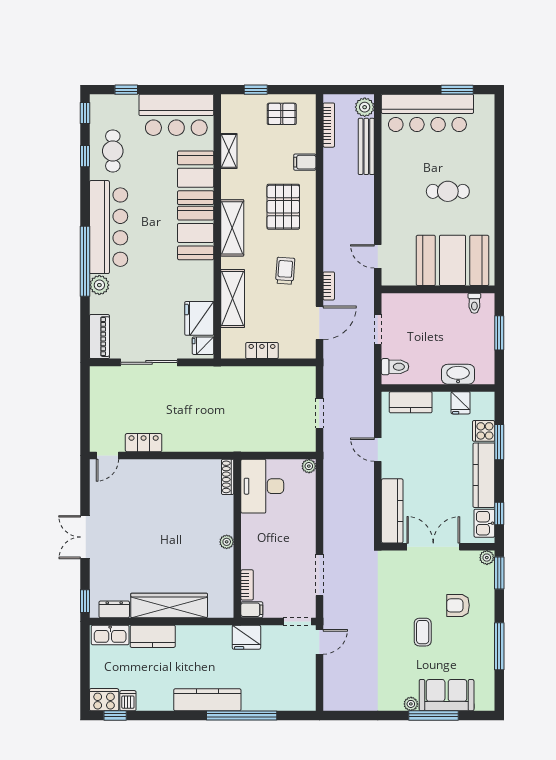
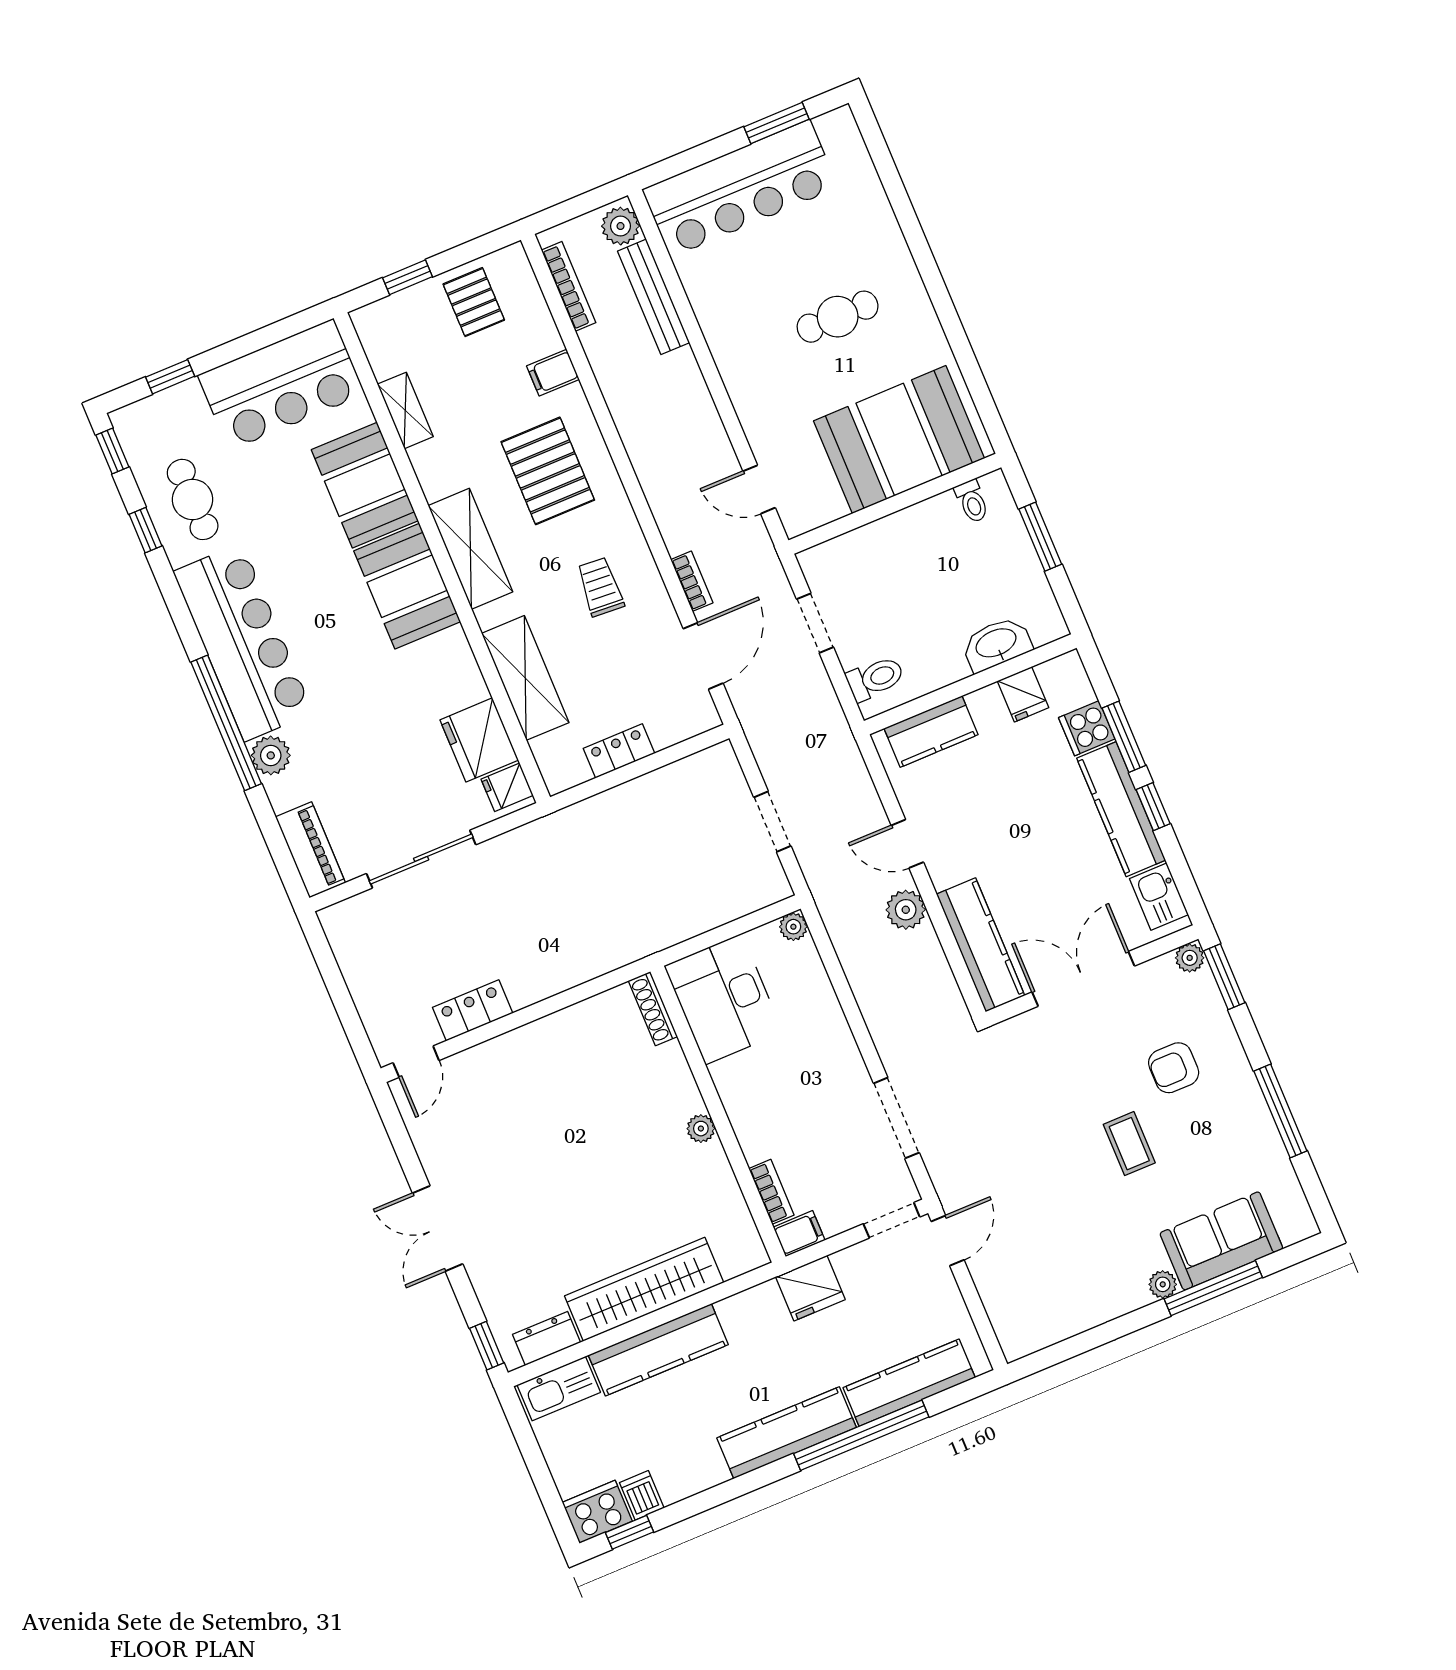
pallet: (282, 114) -> (474, 302), turned 90
plant: (364, 480) -> (906, 910), added
window: (499, 513) -> (1153, 807), moved
kitchen counter: (153, 636) -> (658, 1350), width x1.50
kitchen counter: (274, 700) -> (909, 1383), added

